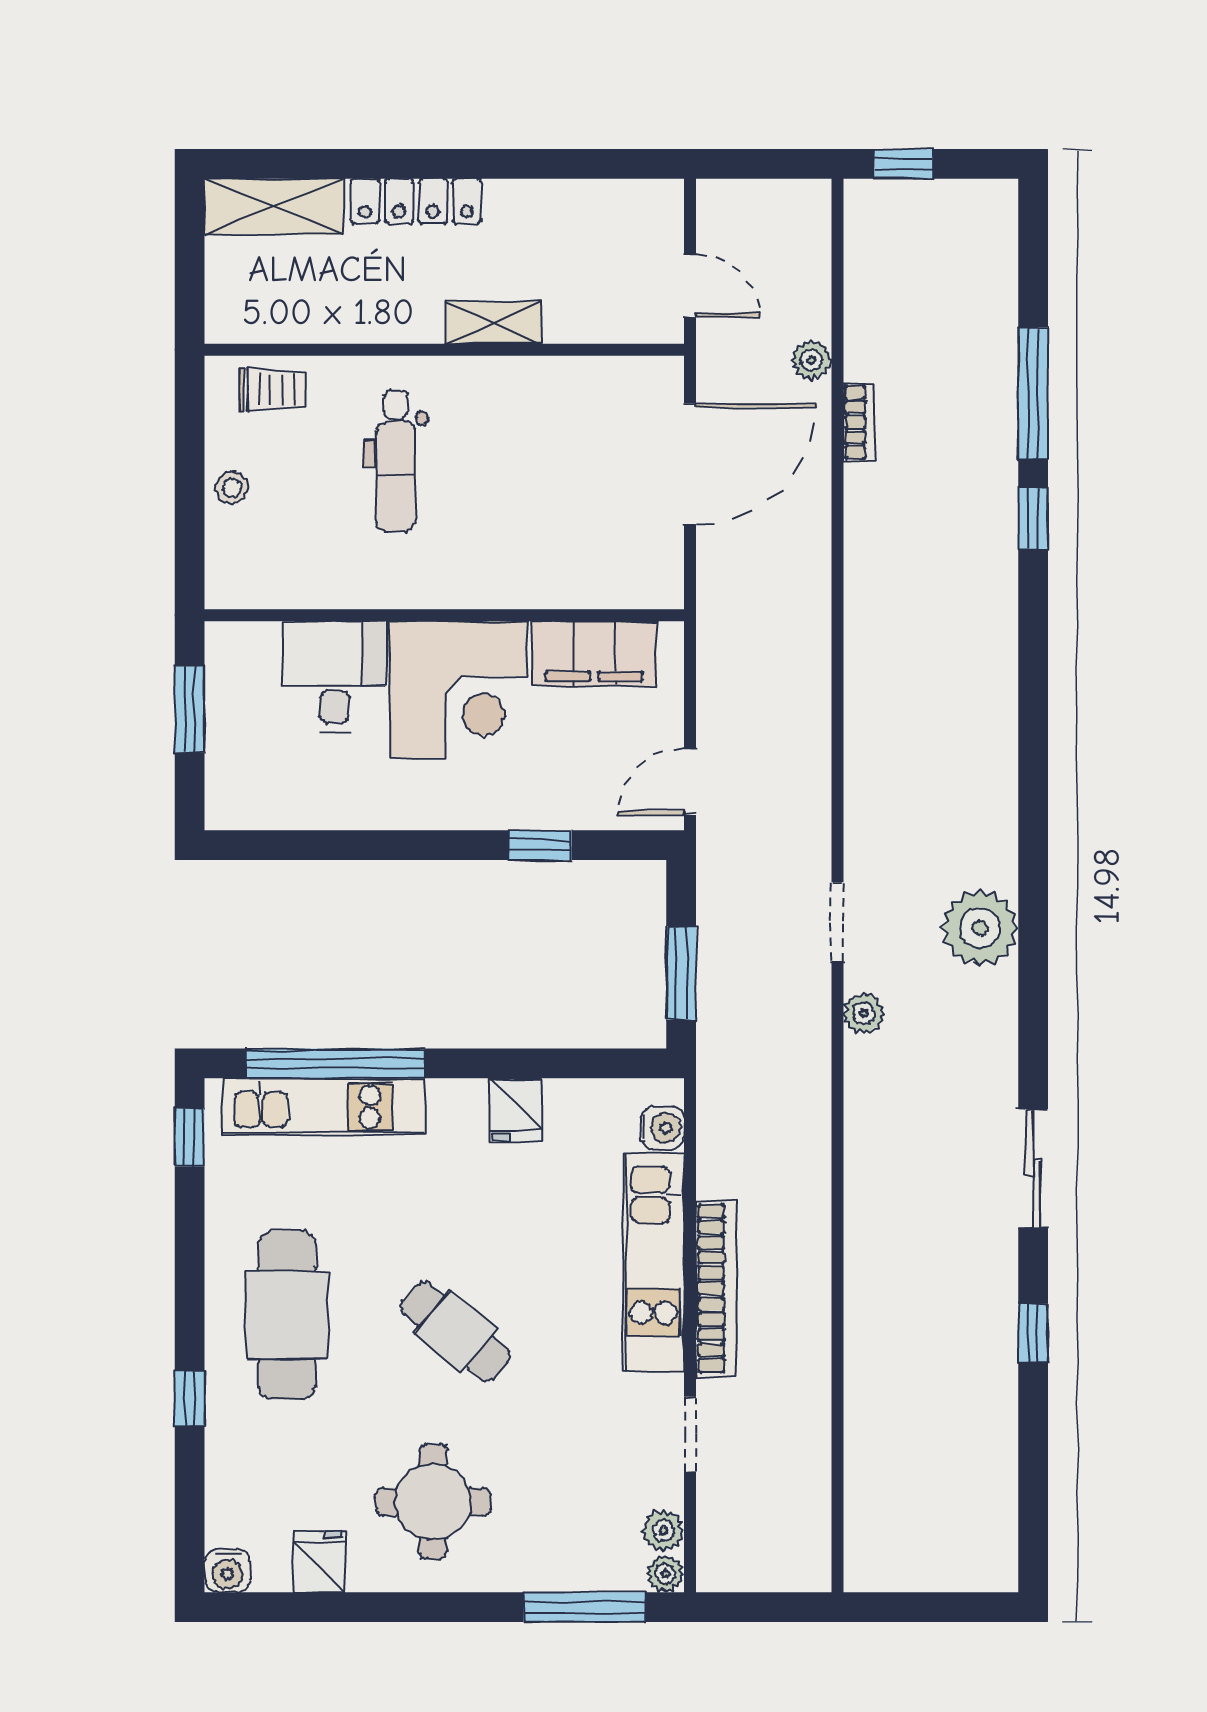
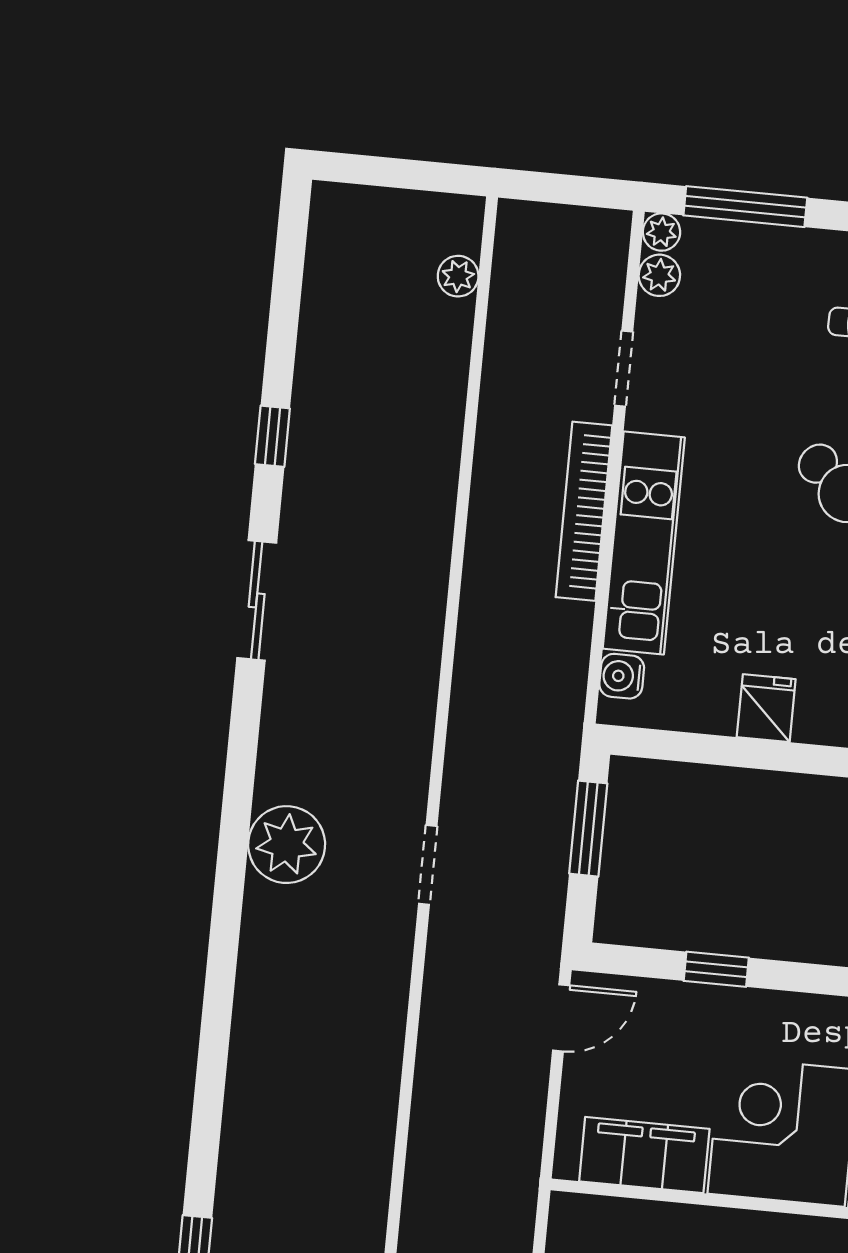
plant: (864, 1013) -> (458, 276), moved

